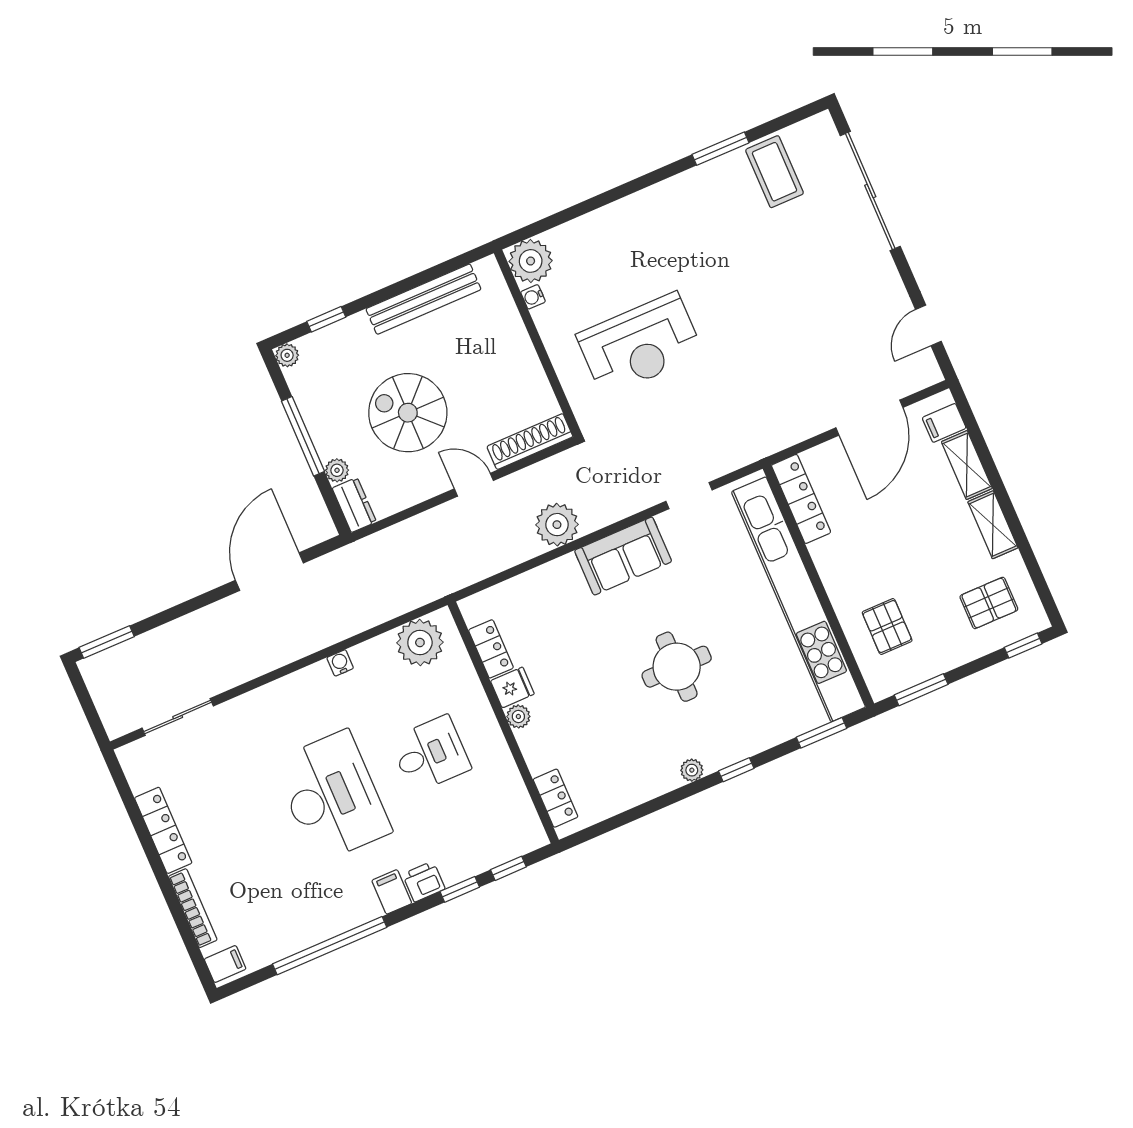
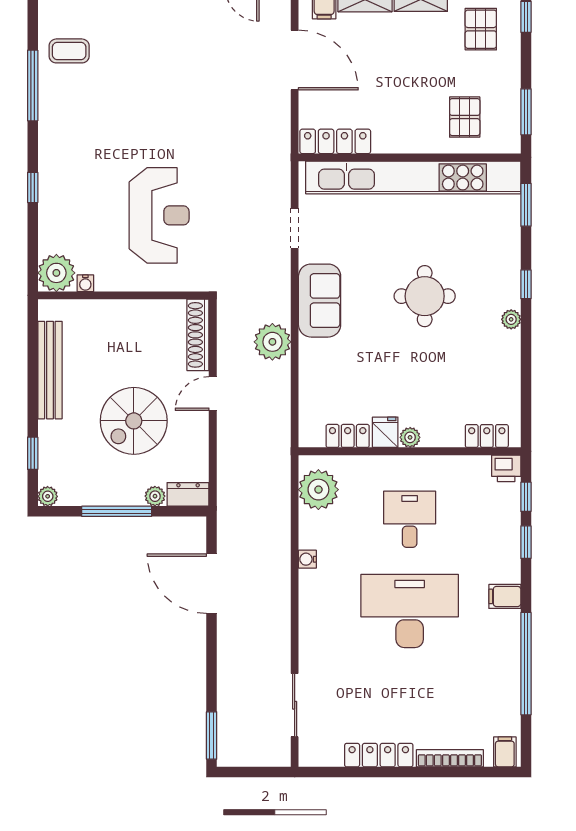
window: (721, 149) -> (33, 86), width x1.44
coffee table: (774, 172) -> (69, 51), width x0.73, depth x0.77
window: (611, 196) -> (33, 187), added
pallet: (887, 626) -> (465, 117), turned 90
printer: (424, 882) -> (506, 468), moved, turned -90

